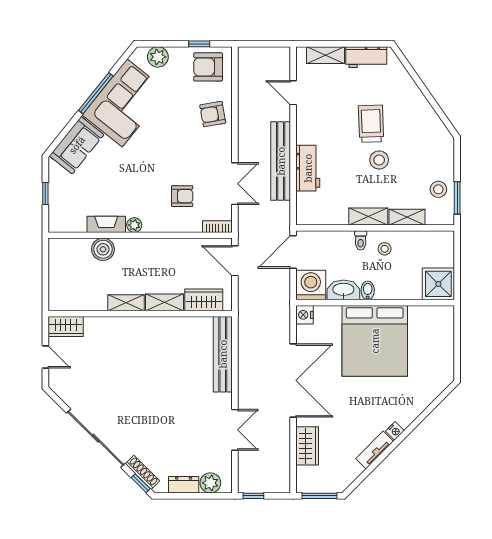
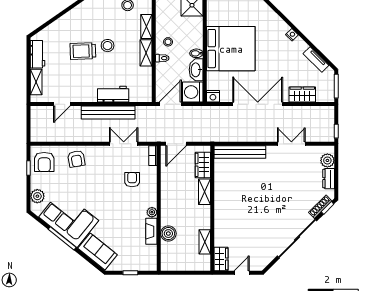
door: (293, 252) -> (170, 104), swing flipped
shelving: (126, 303) -> (205, 242), moved
tv unit: (375, 450) -> (316, 59), moved

